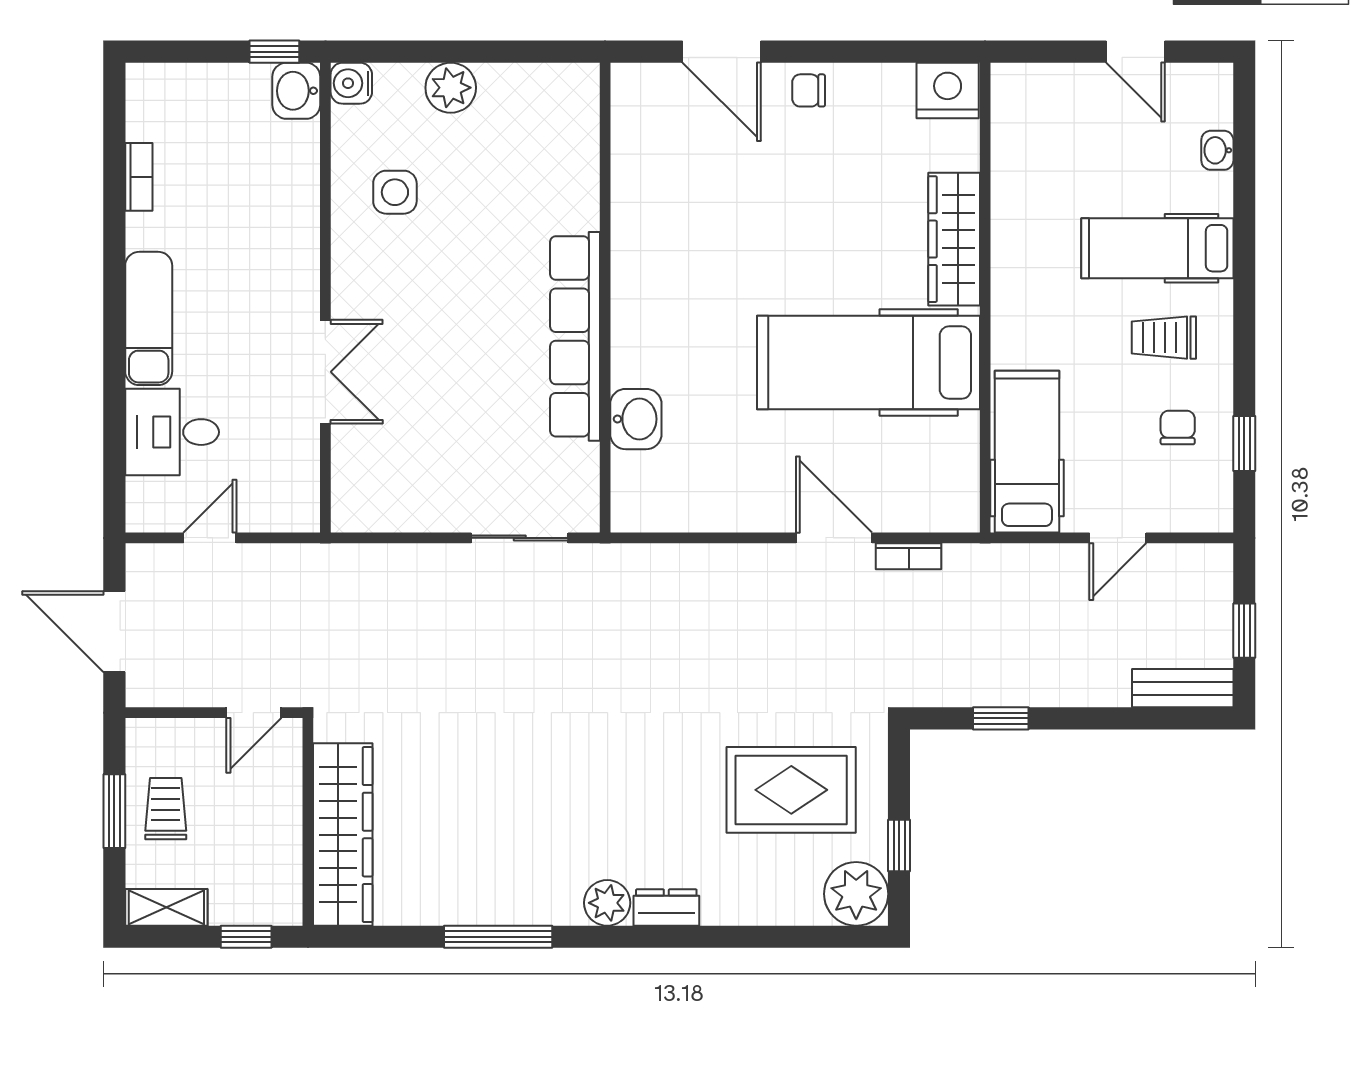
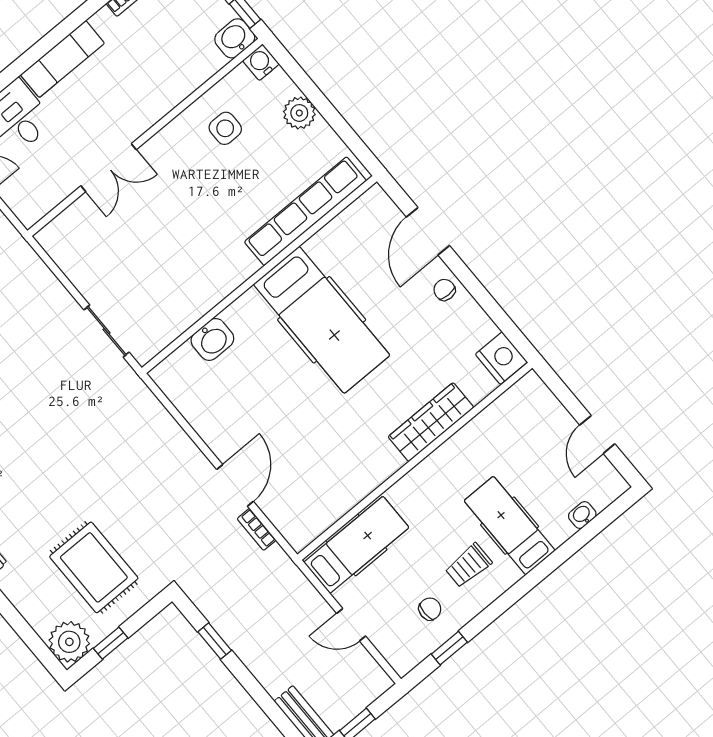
row of seats: (575, 336) -> (305, 211), moved
trolley: (1164, 338) -> (468, 565), turned -90
hospital bed: (868, 363) -> (322, 320), moved, turned 180

